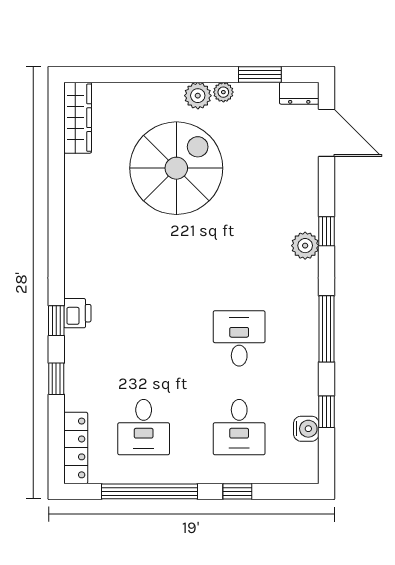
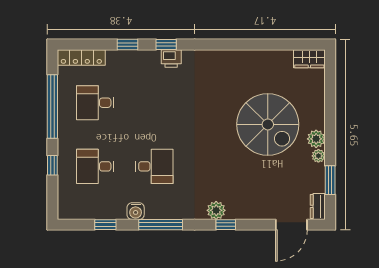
wardrobe: (78, 118) -> (309, 59), width x0.67
water cooler: (306, 429) -> (136, 211), moved

